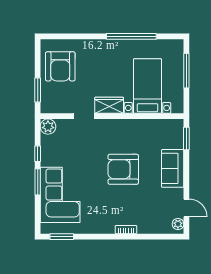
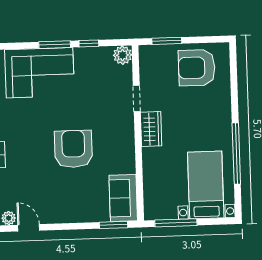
window: (186, 71) -> (176, 223), moved
bed with nightstands: (147, 86) -> (206, 185), moved, turned -90
sofa: (173, 168) -> (123, 198), moved, turned -90
door: (186, 208) -> (29, 228), swing flipped

